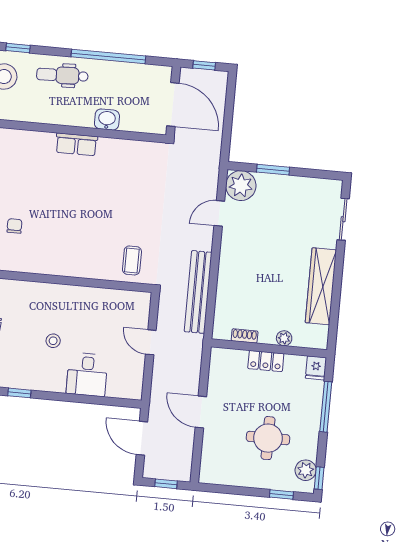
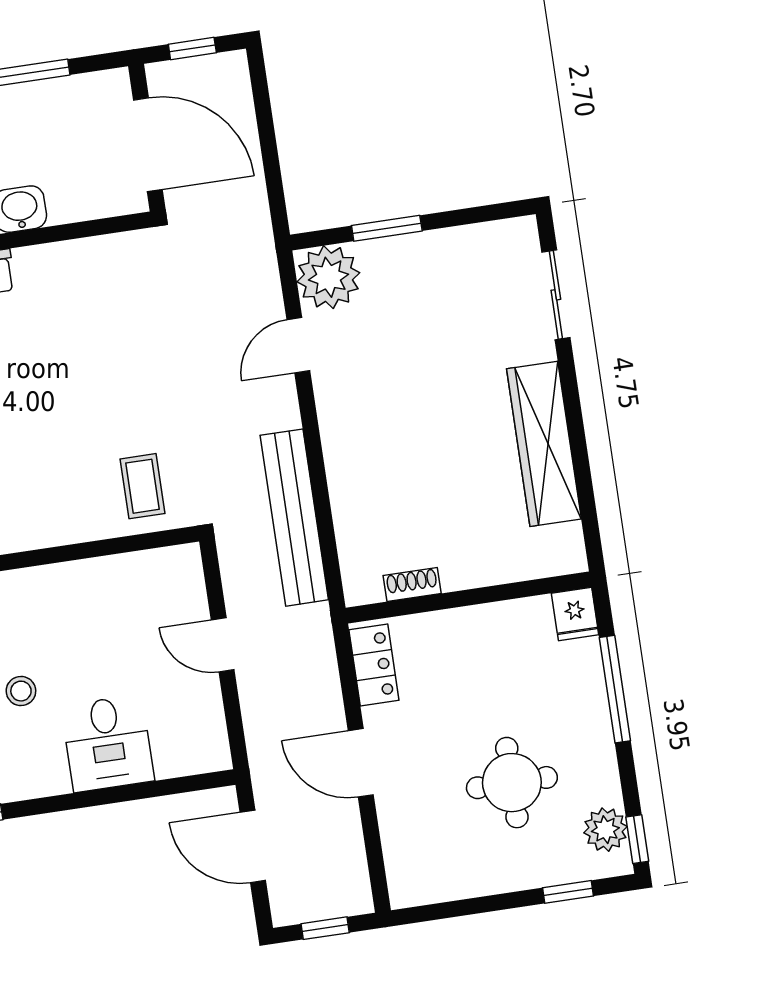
plant: (284, 338) -> (495, 569), removed
locker: (266, 361) -> (374, 665), moved, turned -90

